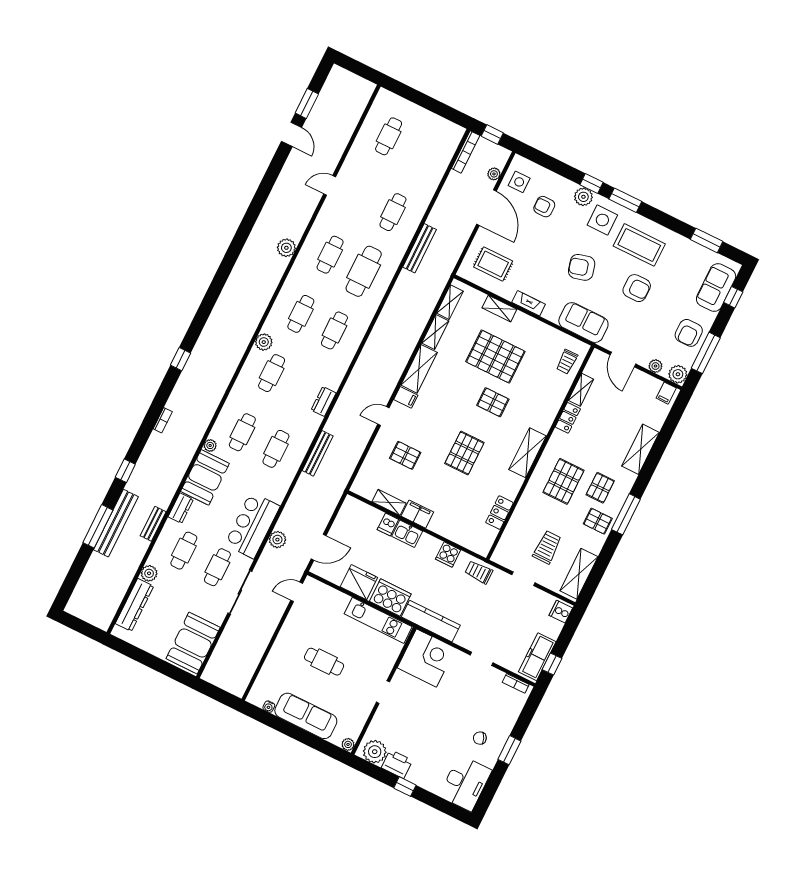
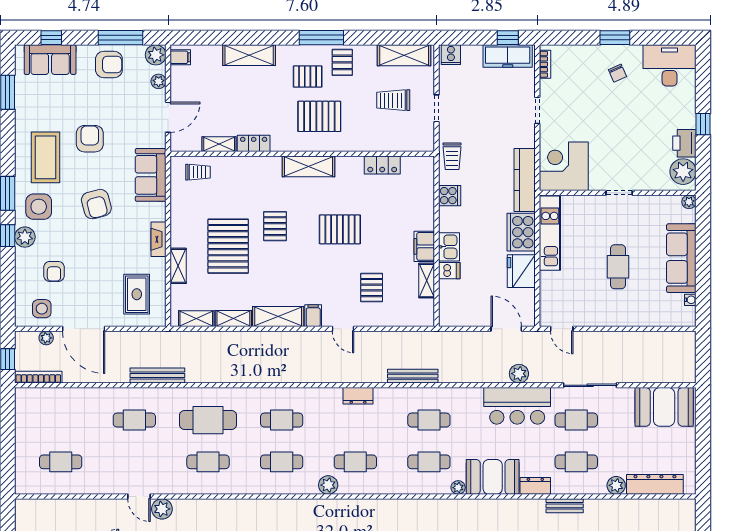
door: (486, 208) -> (84, 329), swing flipped
plant: (286, 248) -> (162, 509), moved

